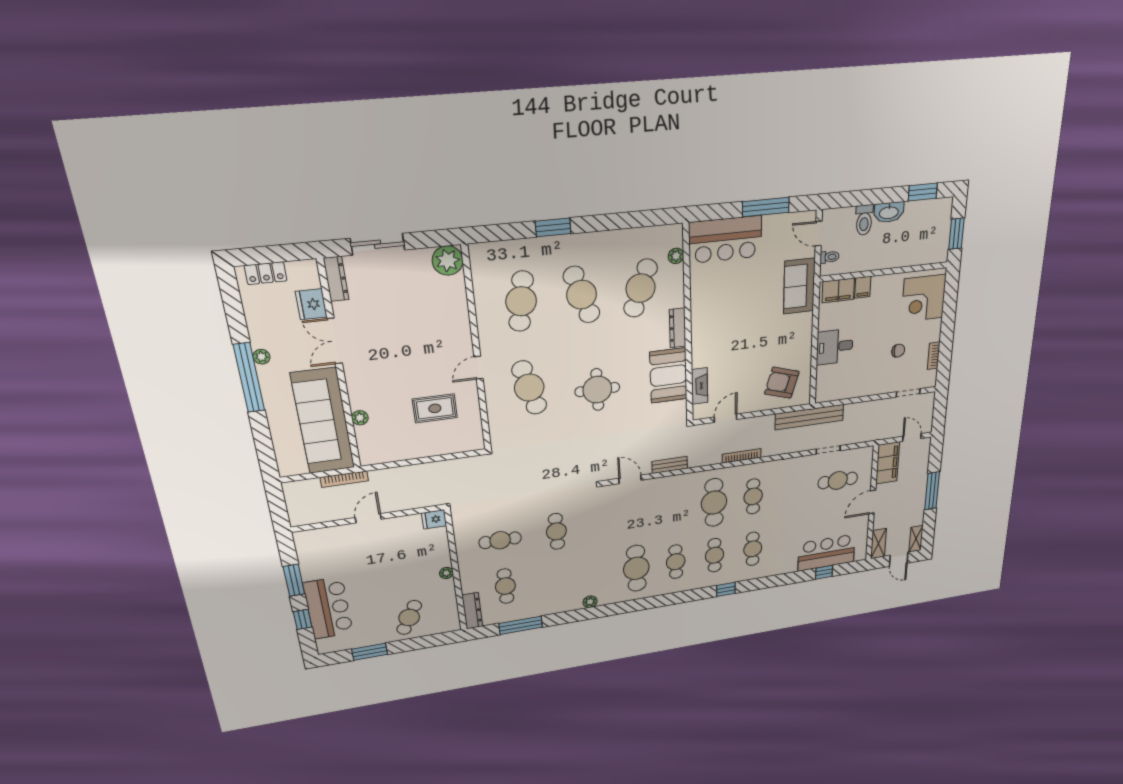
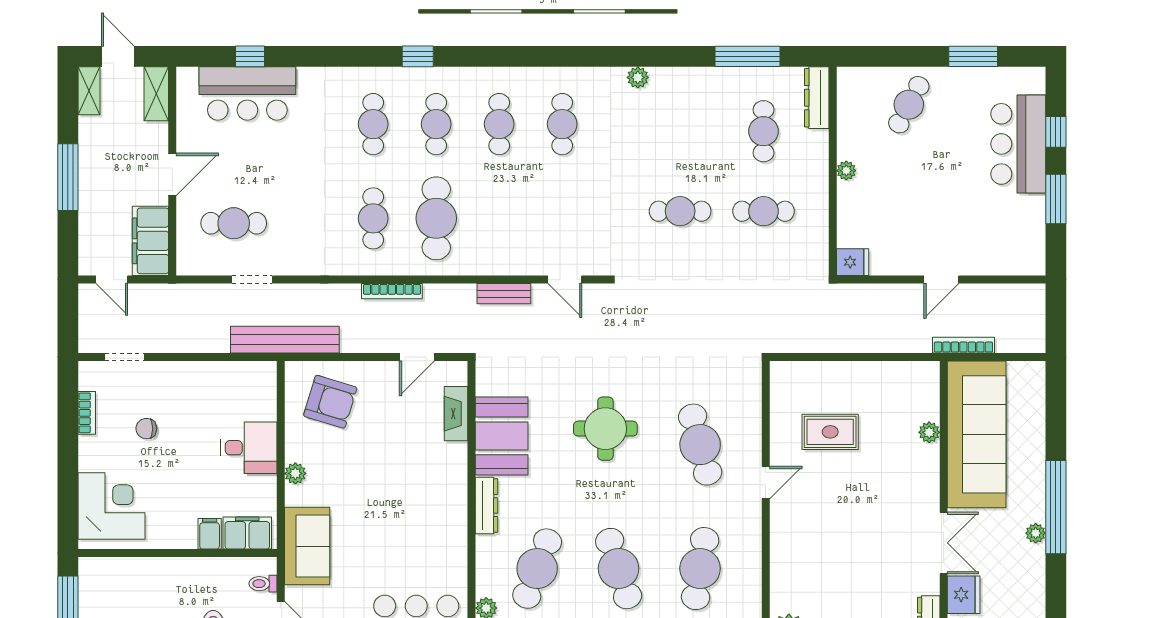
plant: (806, 334) -> (295, 473), added
cafe table: (556, 531) -> (680, 211), turned 90
cafe table: (636, 568) -> (562, 124), width x0.73, depth x0.74

